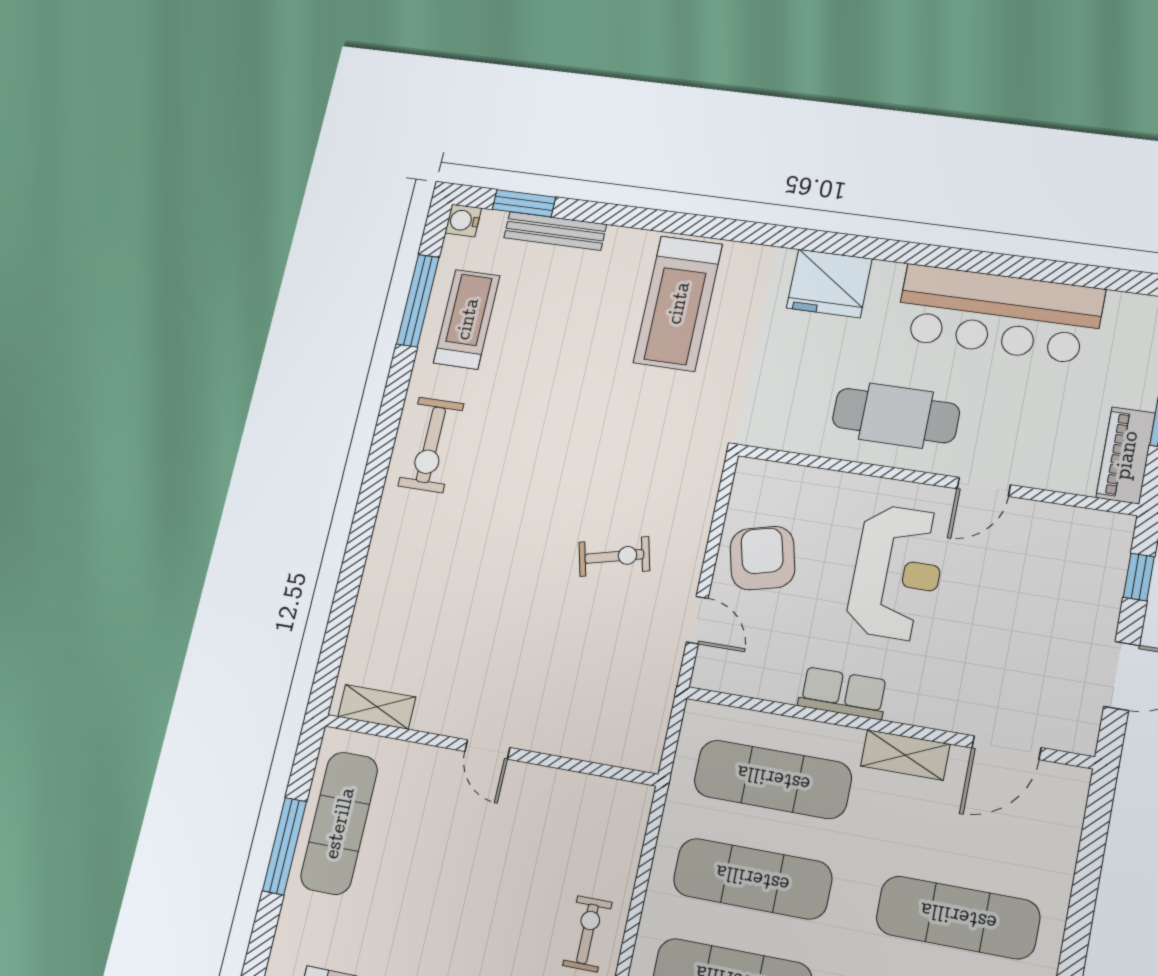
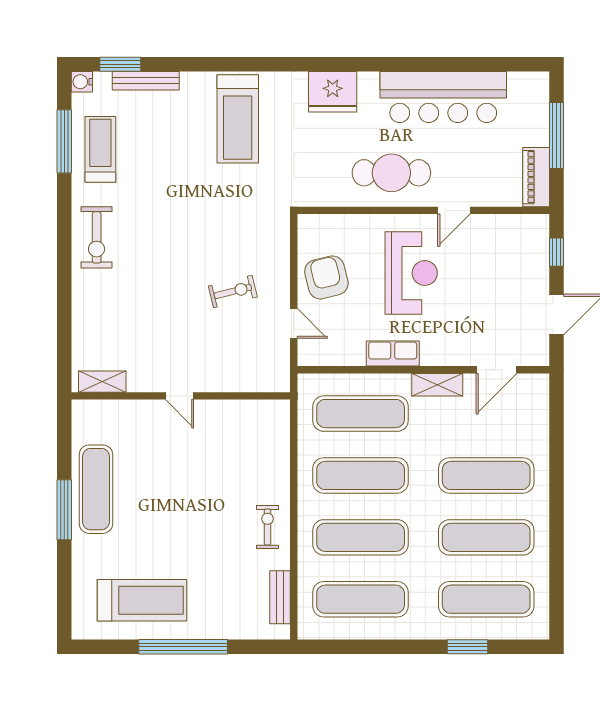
shelving: (377, 707) -> (102, 382), moved
door: (487, 749) -> (180, 396), moved
wall: (489, 750) -> (181, 396), moved

